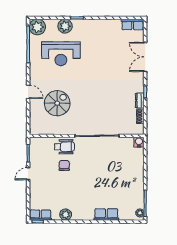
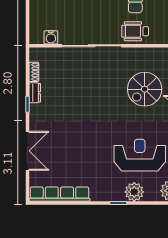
row of seats: (133, 24) -> (59, 194), width x2.02
water cooler: (139, 142) -> (51, 37), moved

